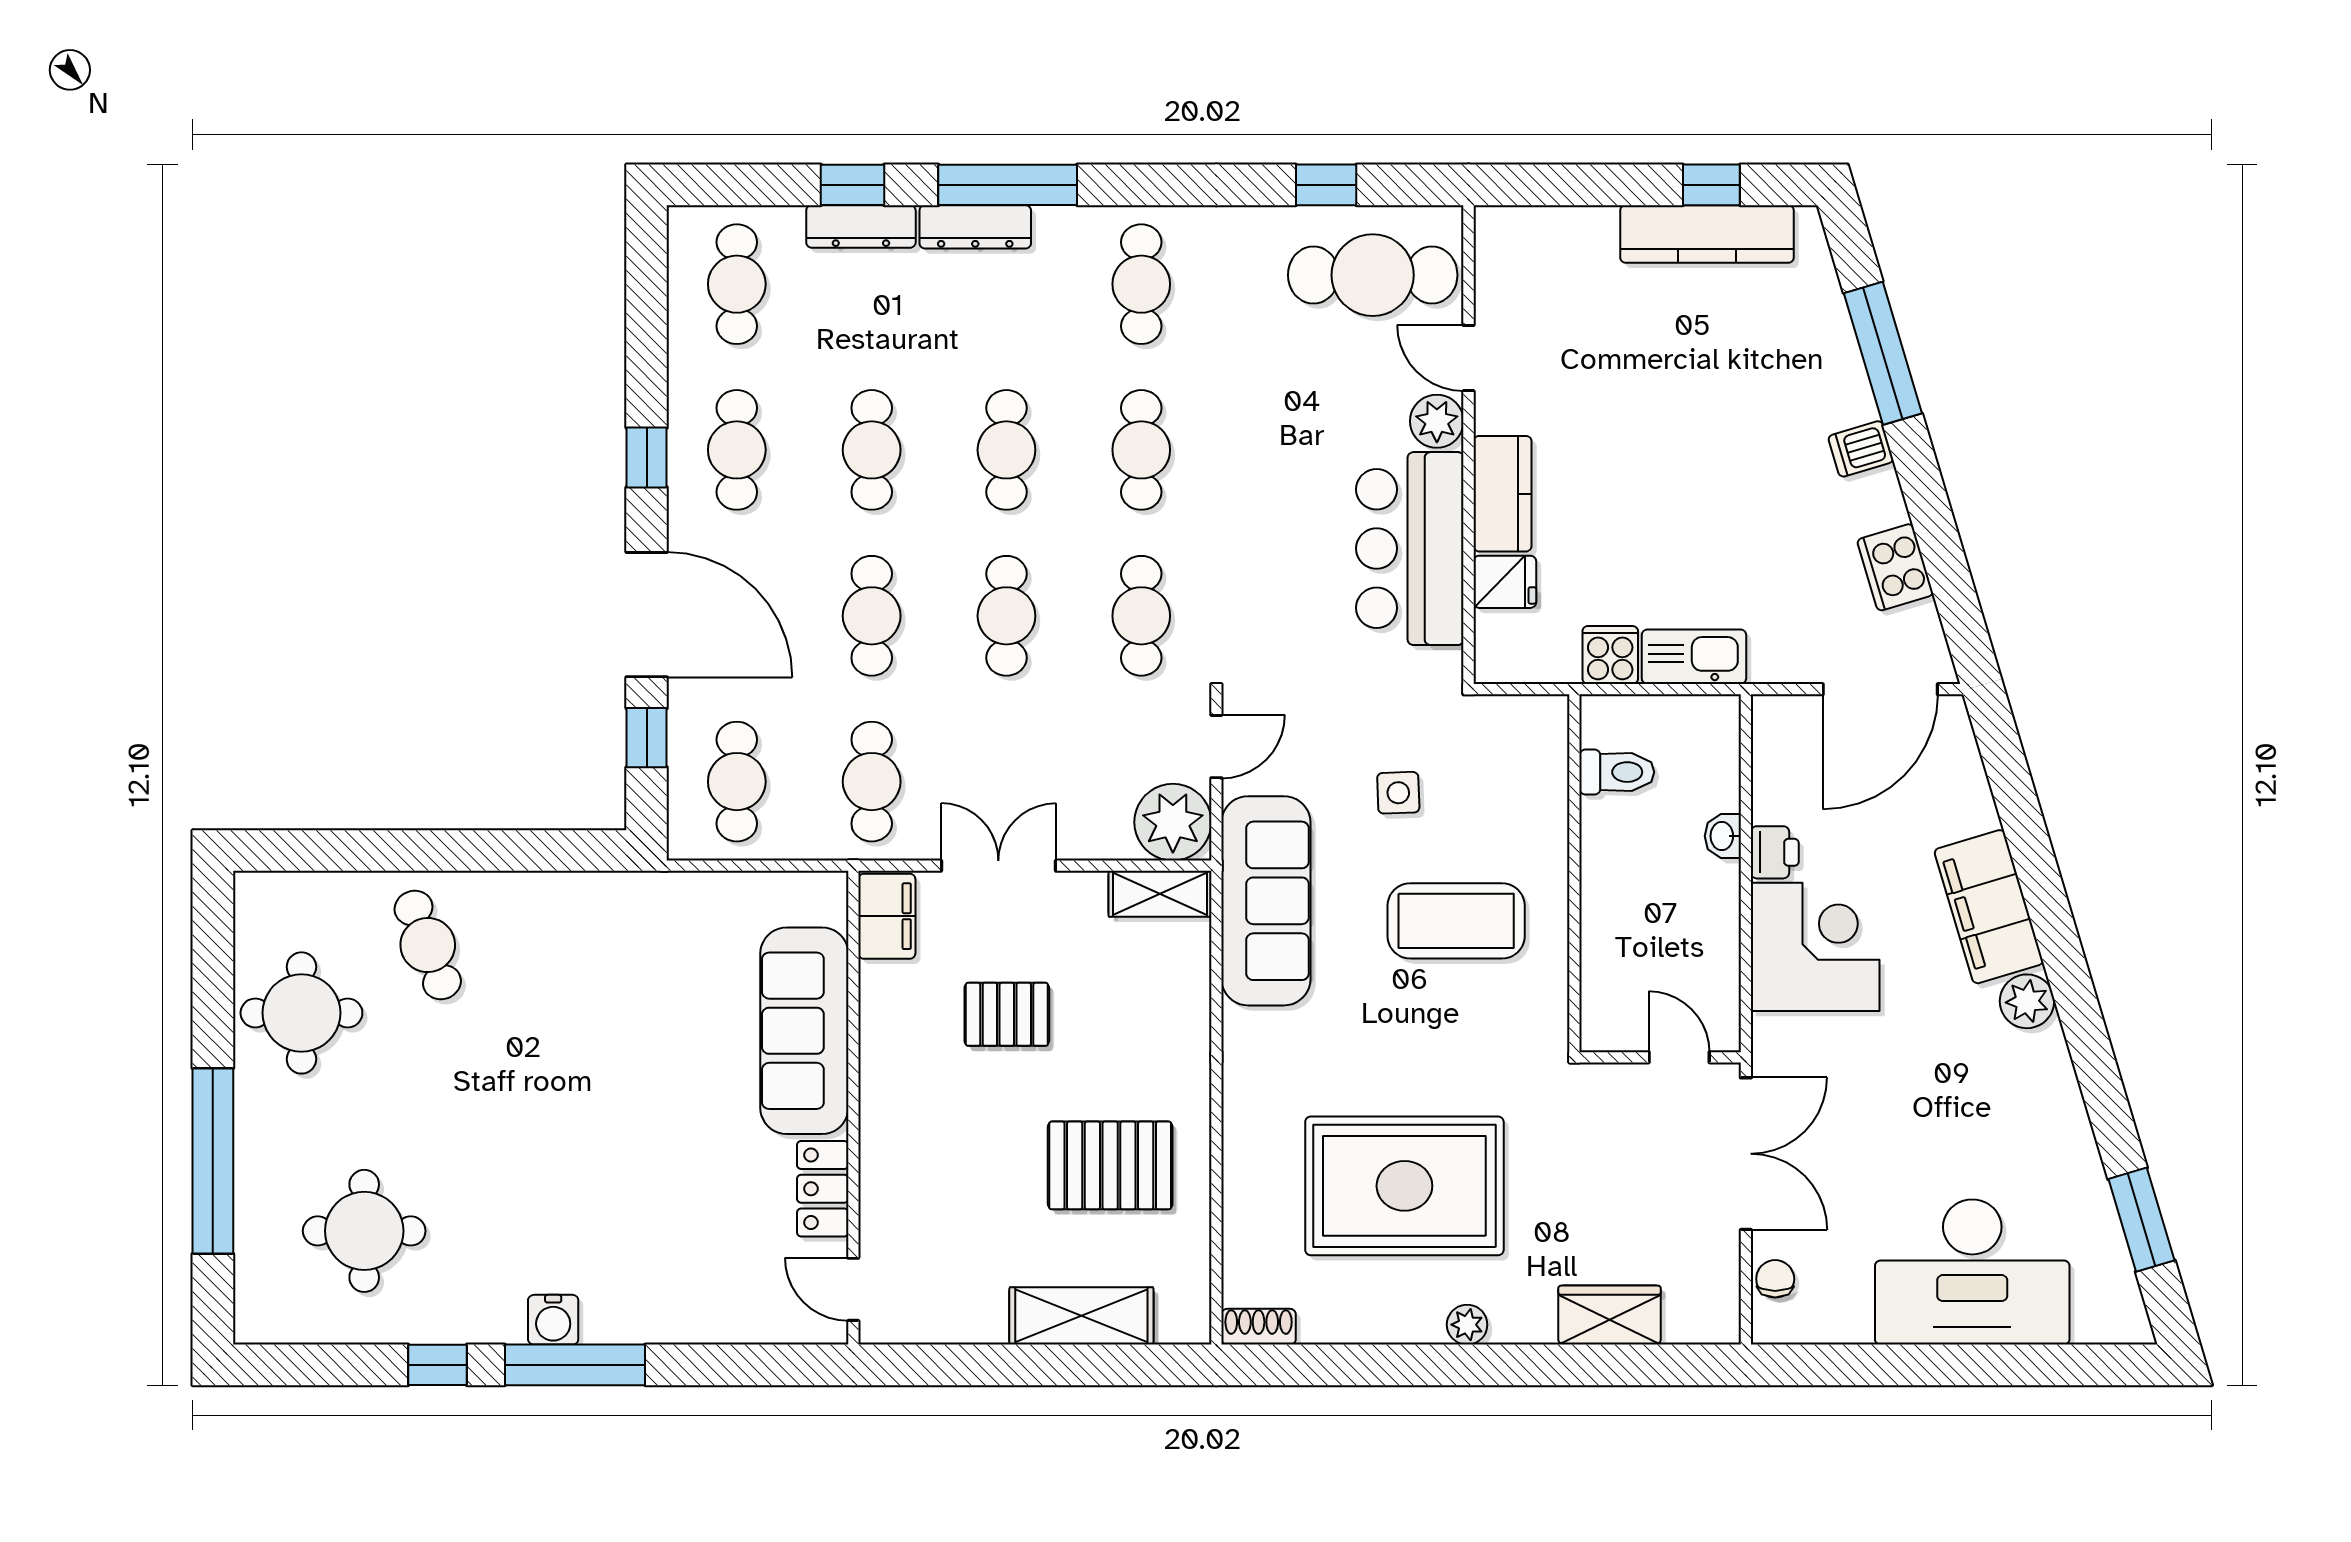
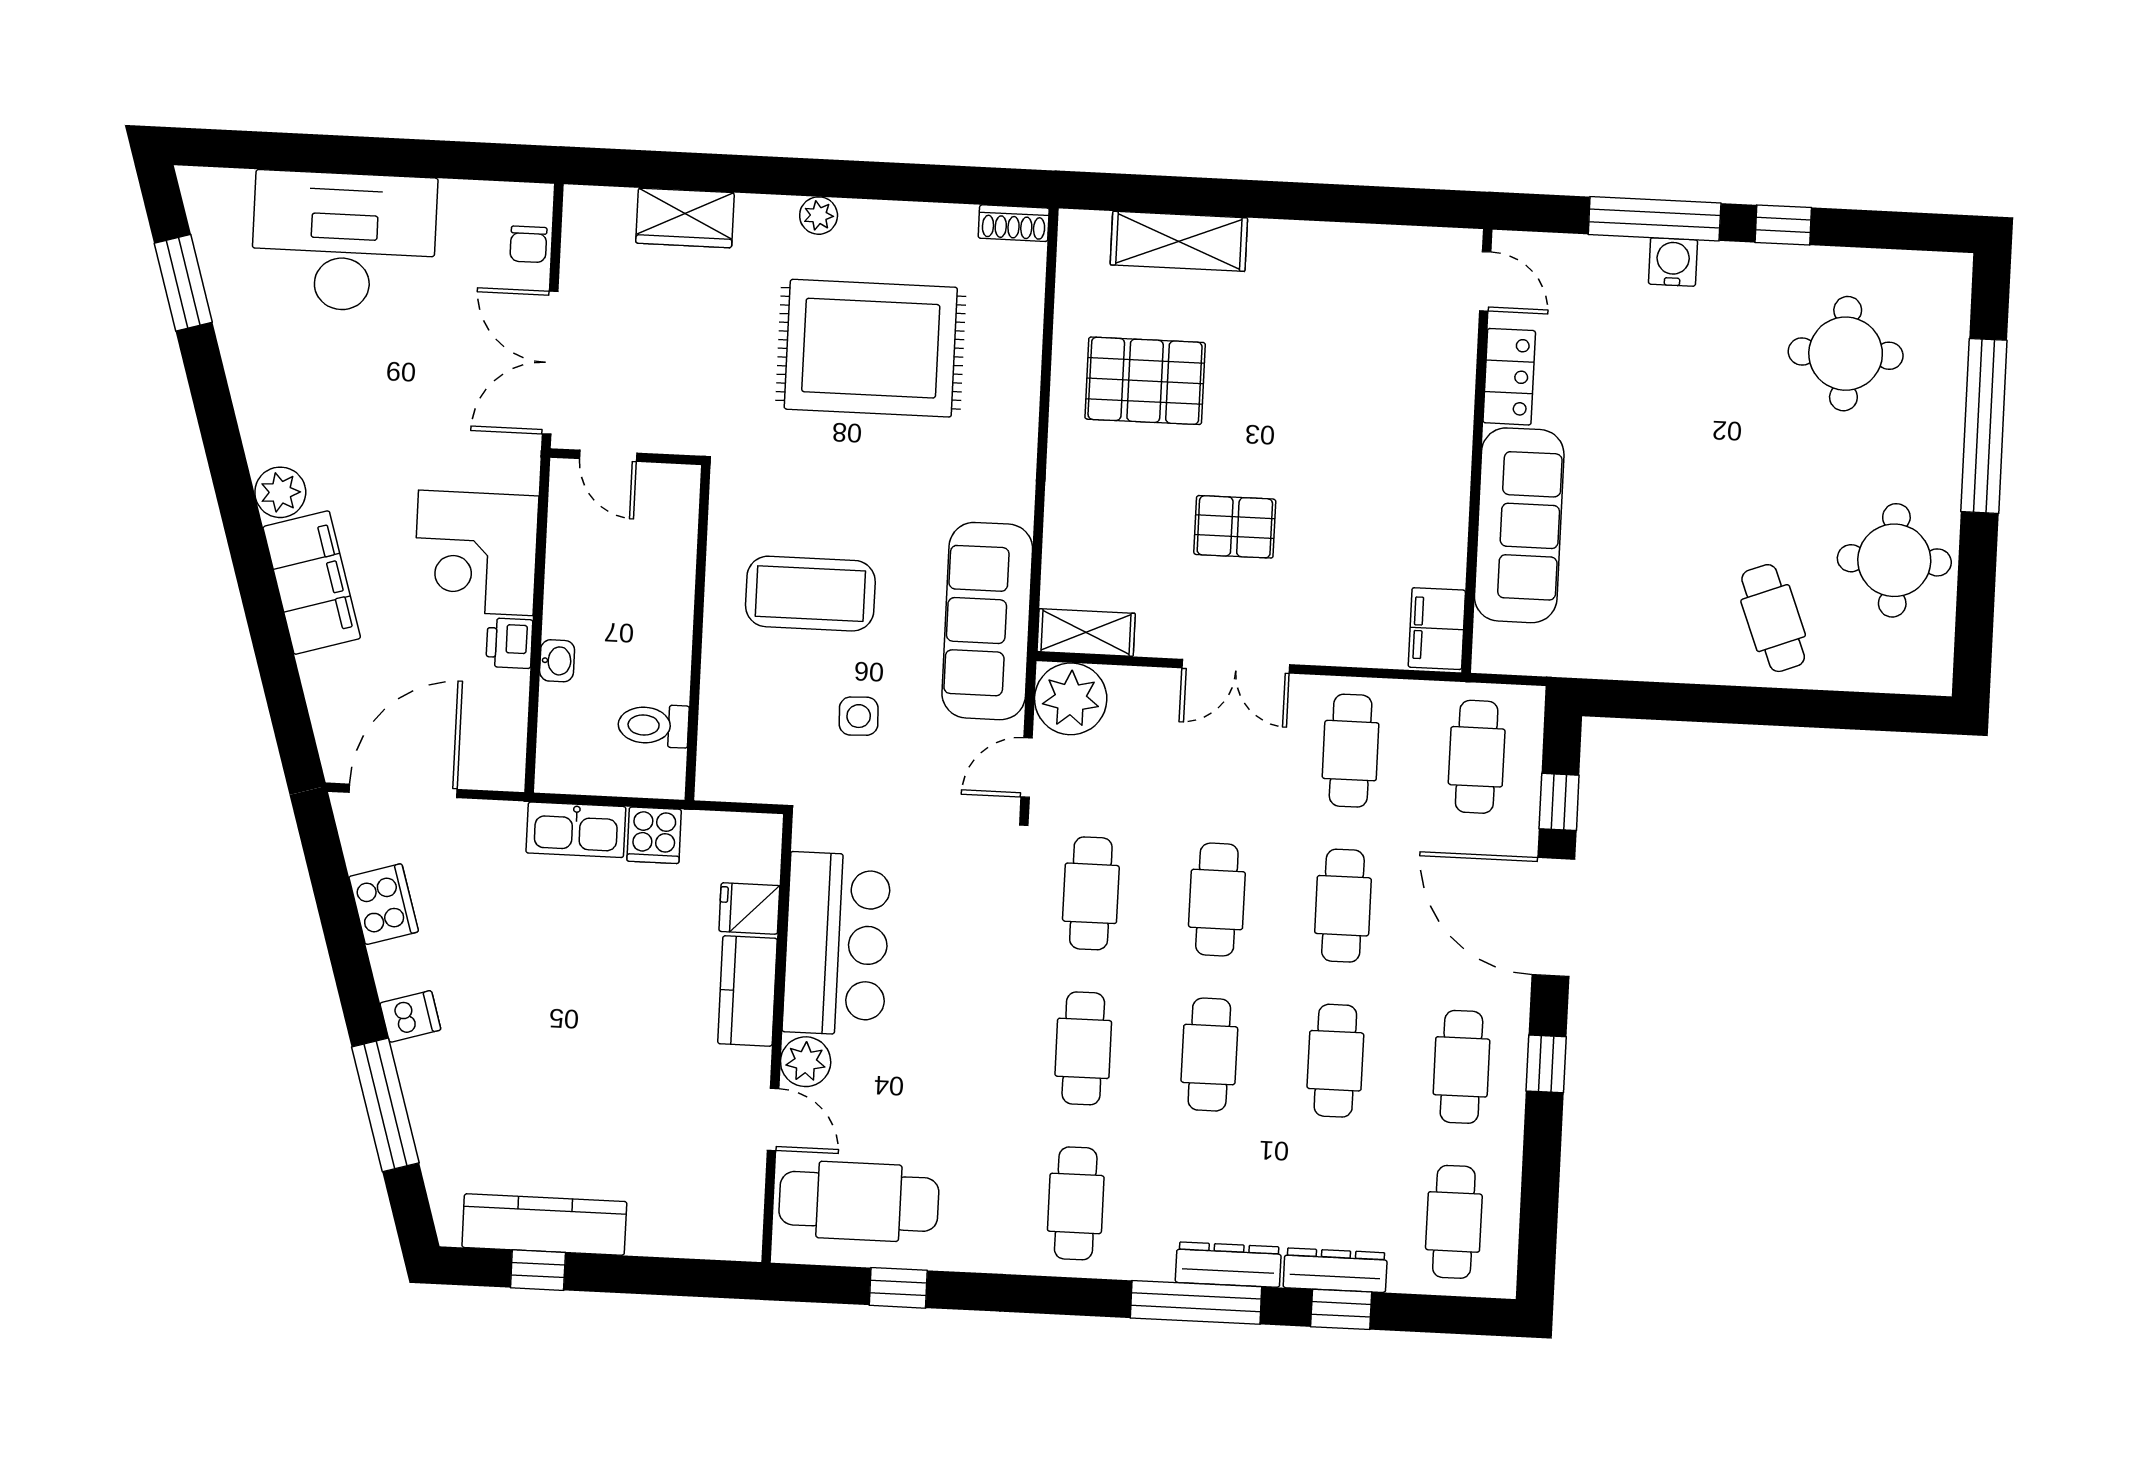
filing cabinet: (887, 916) -> (1437, 629), moved
sofa: (804, 1031) -> (1519, 525), moved
wall: (853, 1108) -> (1477, 451), moved
locker: (823, 1189) -> (1509, 377), moved
door: (853, 1289) -> (1485, 281), moved

